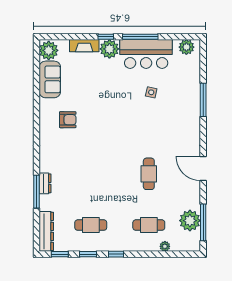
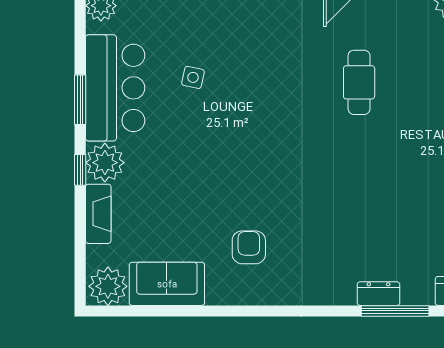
window: (140, 37) -> (80, 100), width x0.69
cafe table: (149, 174) -> (359, 82), turned 90

